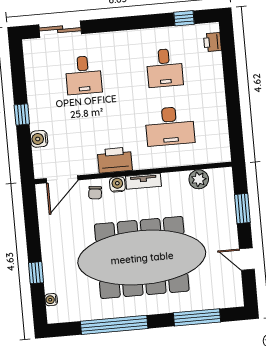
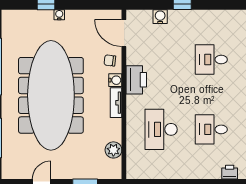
water cooler: (51, 300) -> (59, 15), moved

